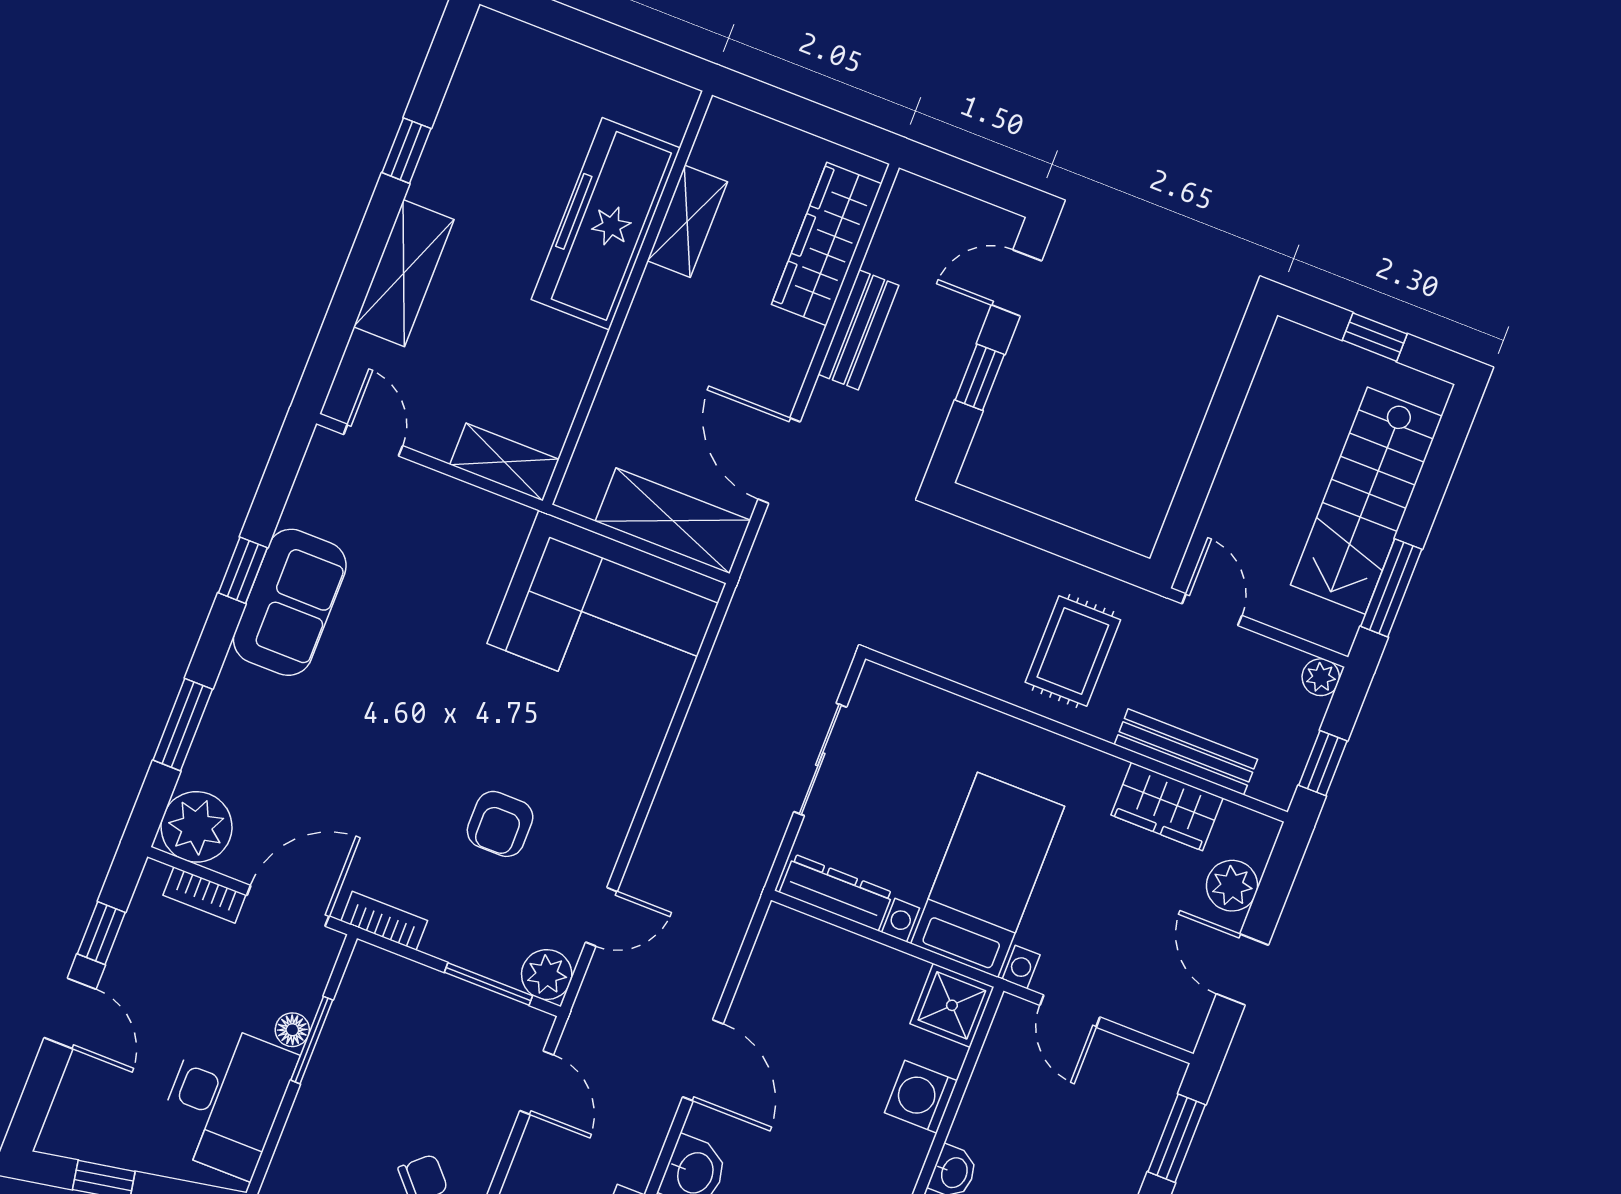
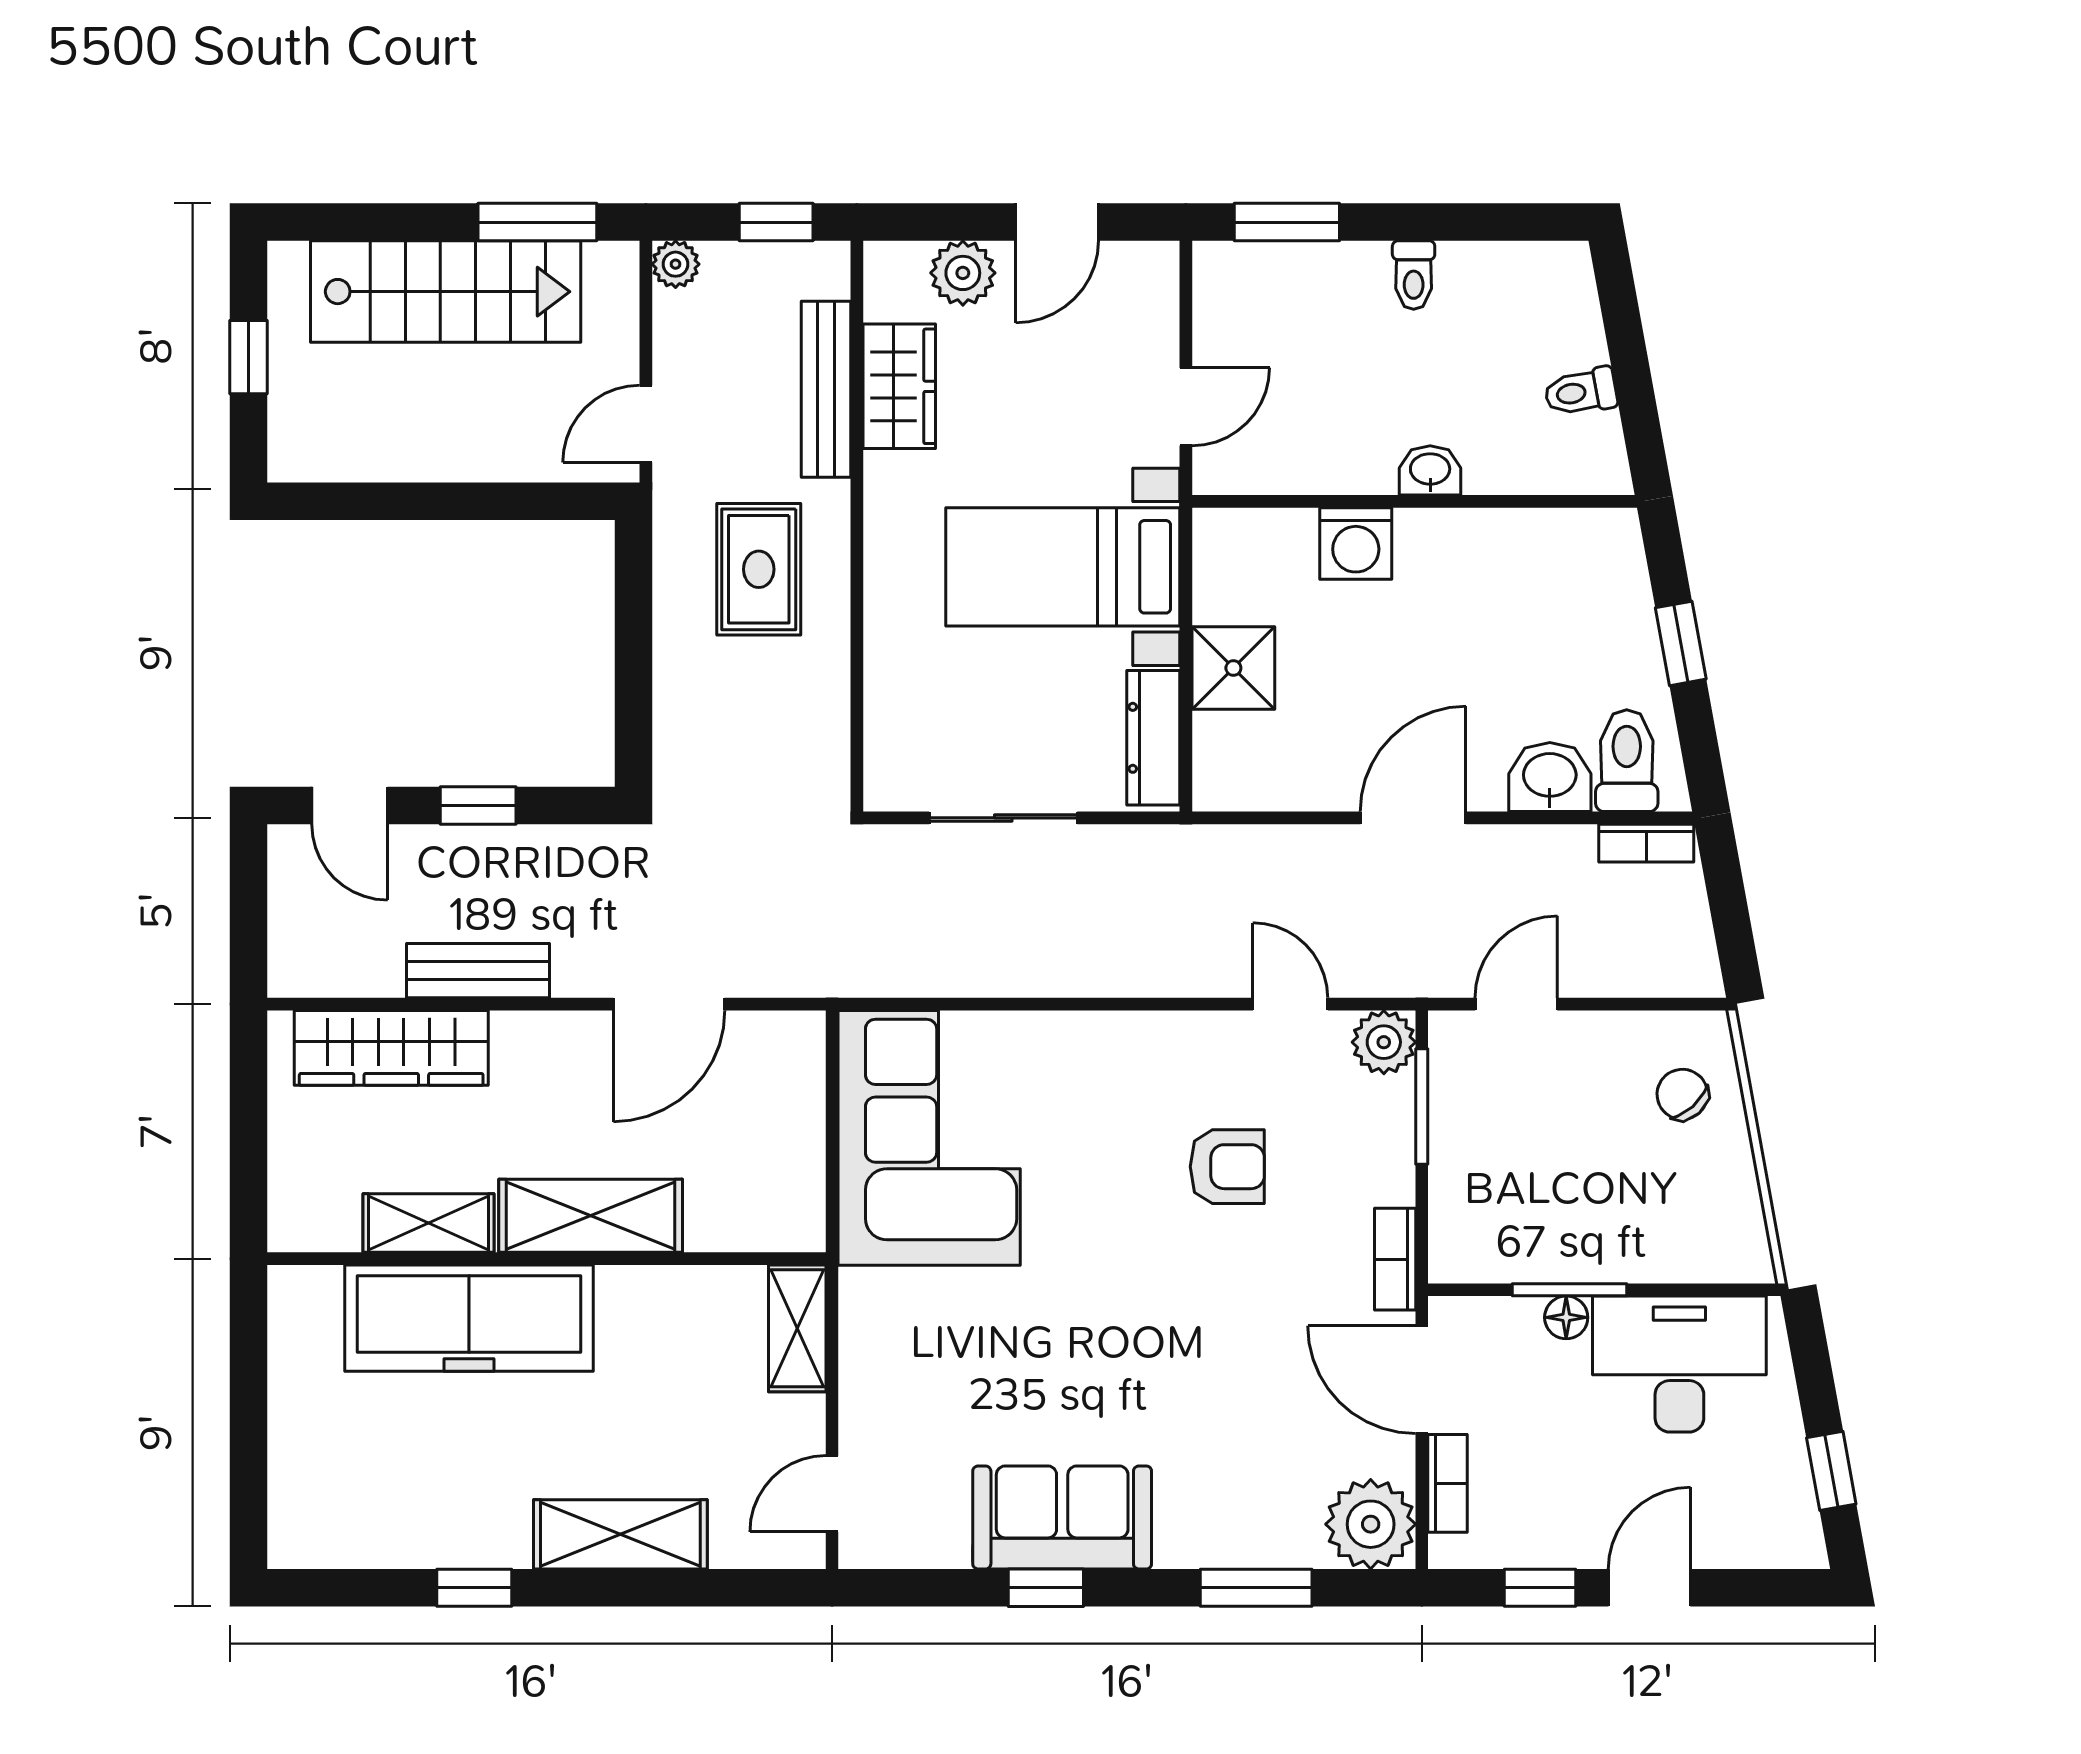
shelving: (673, 521) -> (591, 1216), moved, turned 90
rug: (1073, 651) -> (759, 569), turned 90
shower: (952, 1005) -> (1233, 668), moved

